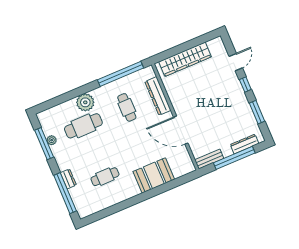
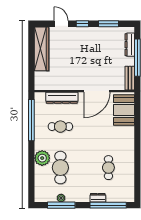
wardrobe: (185, 59) -> (42, 49), moved
booth: (154, 175) -> (124, 110), moved

